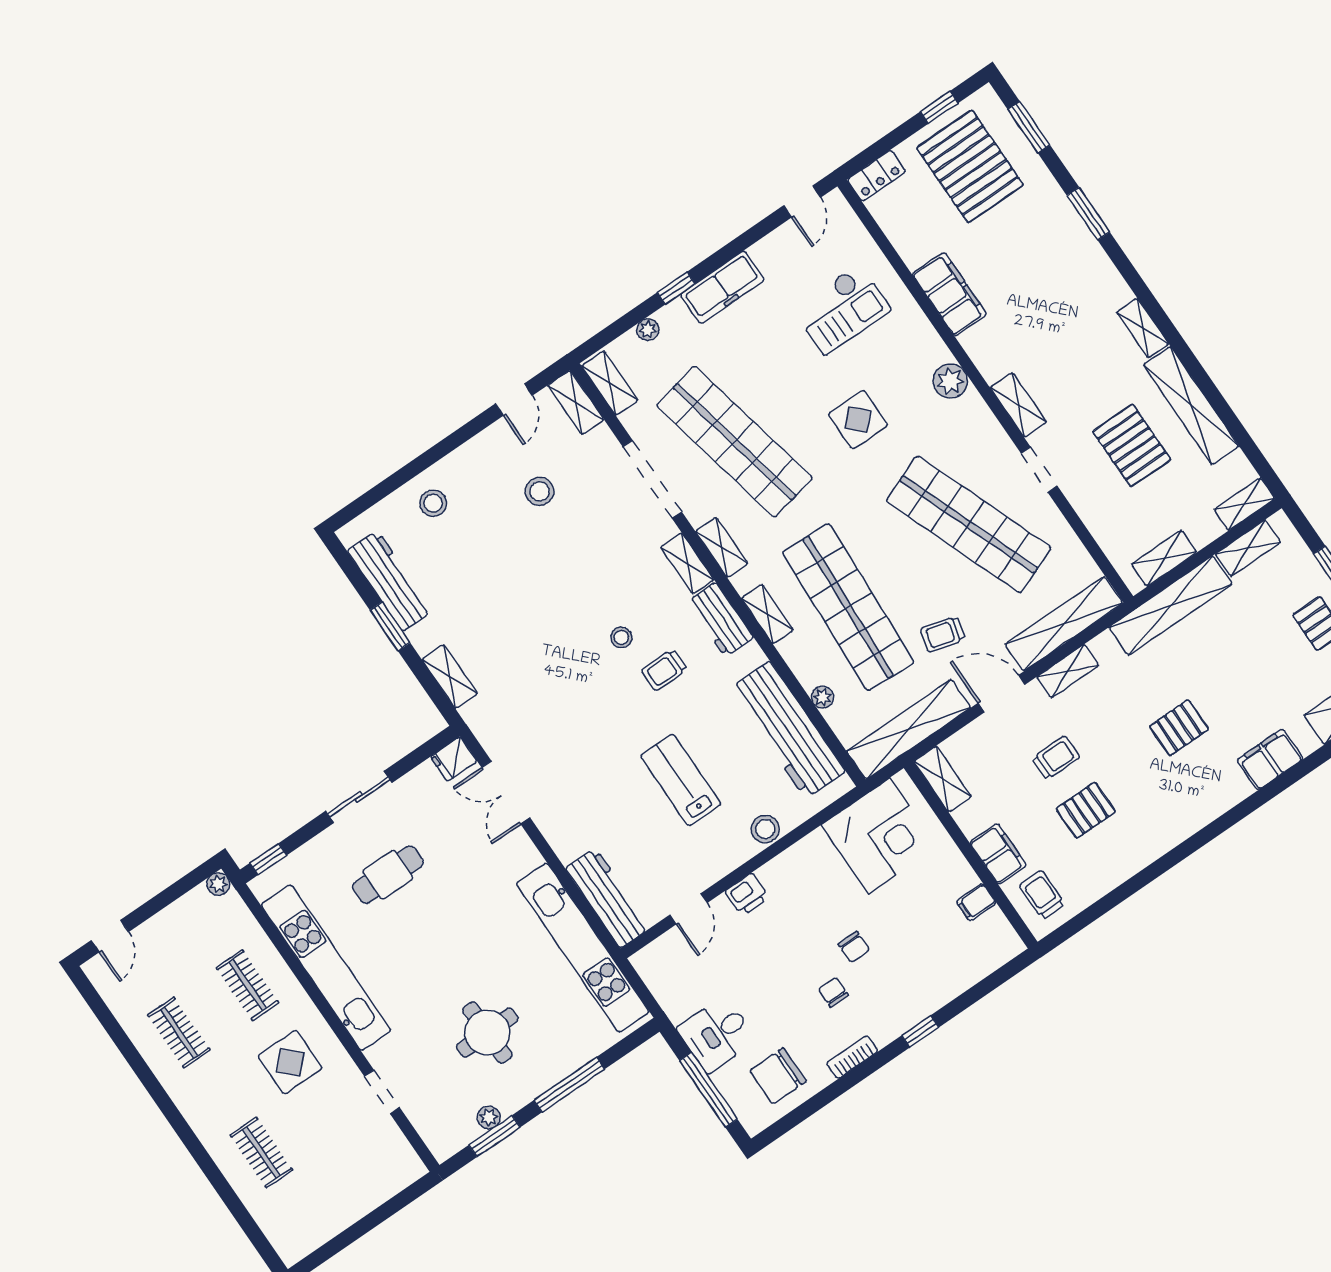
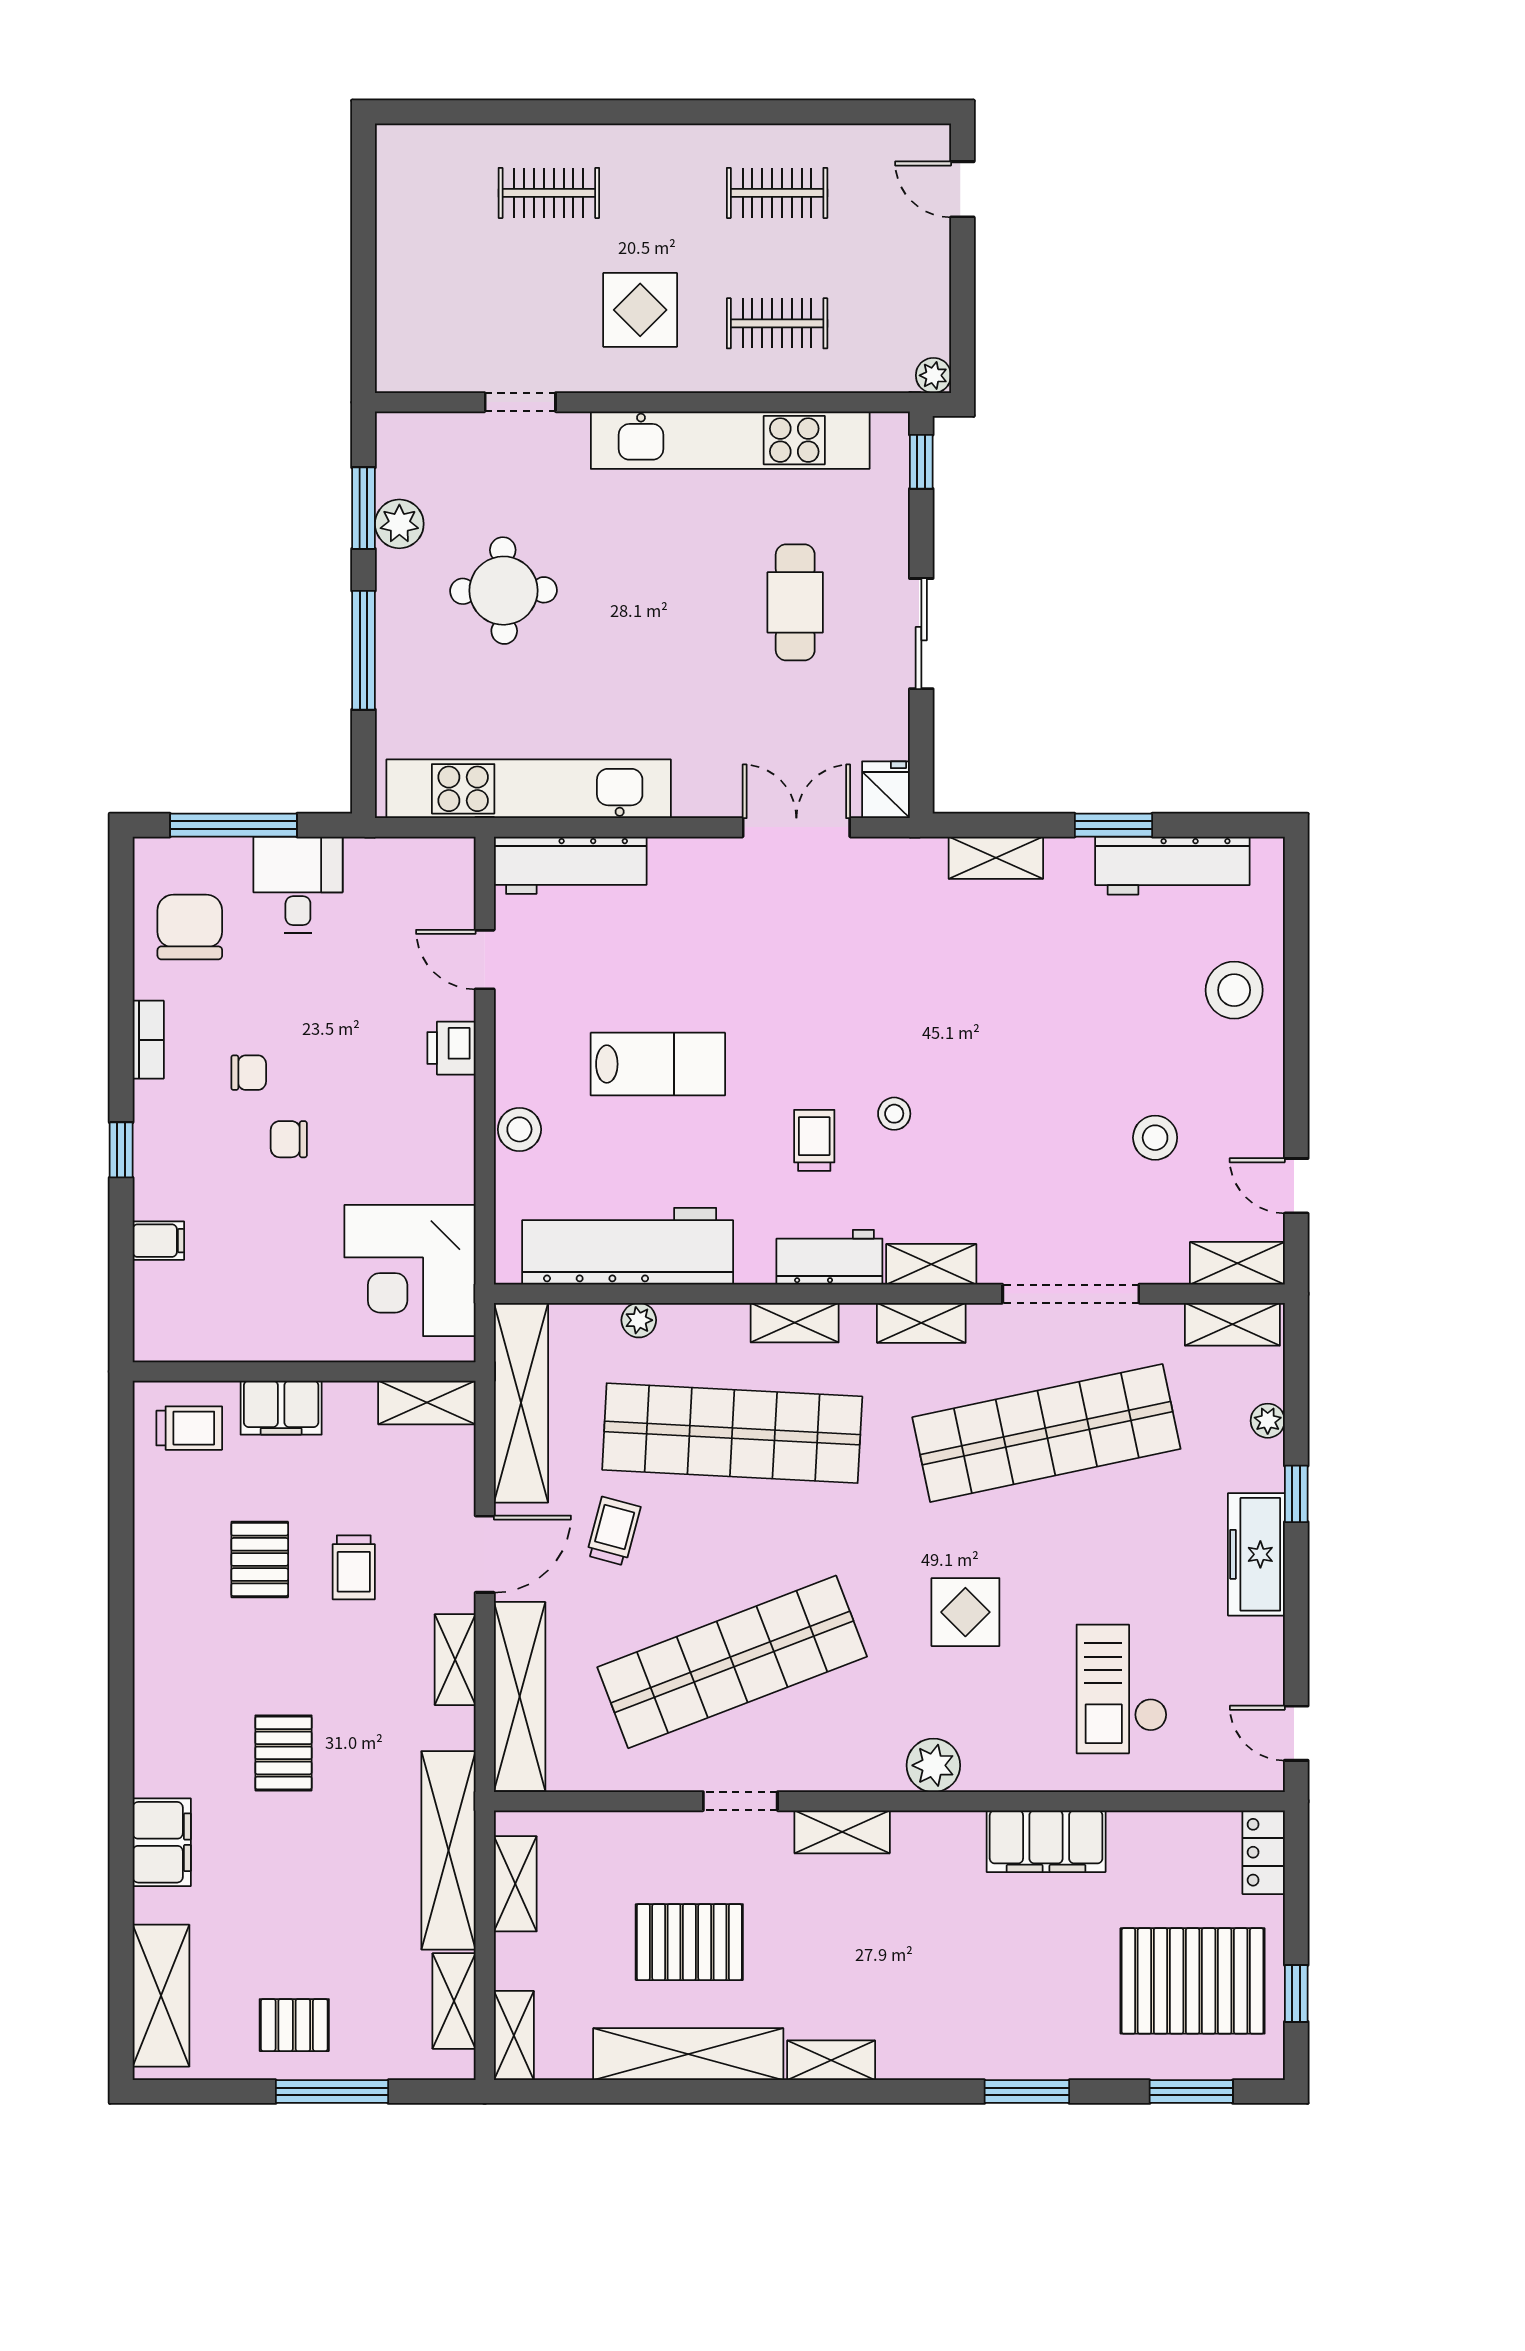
stool: (433, 503) -> (1234, 990), width x1.38, depth x1.38
filing cabinet: (976, 902) -> (158, 1241), moved, turned 90
plant: (489, 1117) -> (399, 524), width x1.38, depth x1.38

